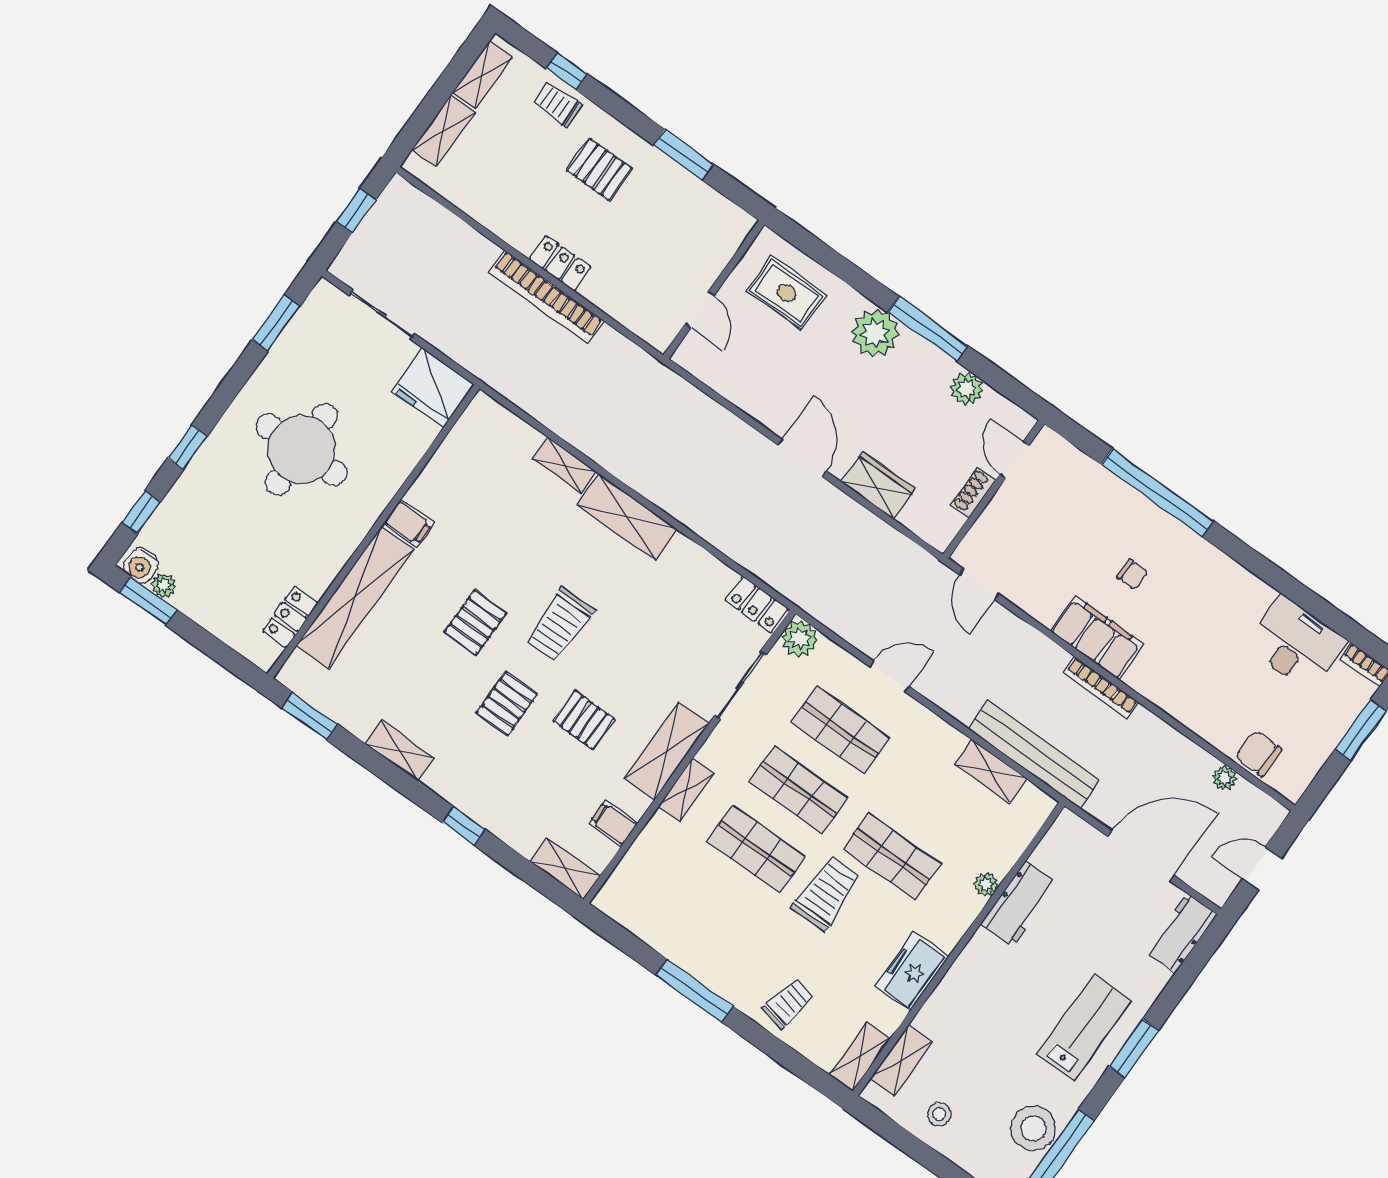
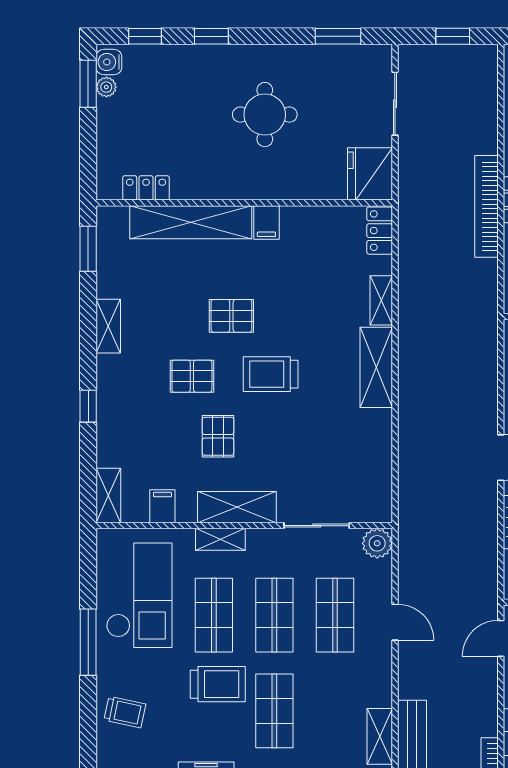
round table: (302, 449) -> (265, 115), width x0.73, depth x0.73
locker: (757, 605) -> (380, 231), moved
checkout: (684, 908) -> (139, 595), added

